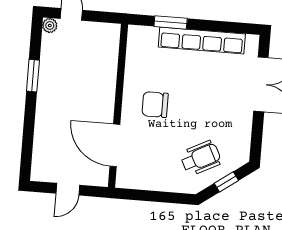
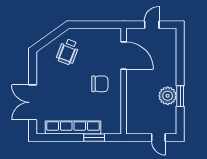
plant: (50, 25) -> (168, 96), moved, width x1.87, depth x1.87
wheelchair: (201, 158) -> (68, 52), turned -42
window: (226, 182) -> (50, 38), removed

